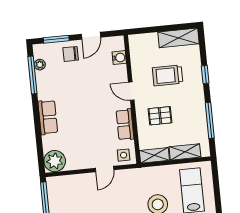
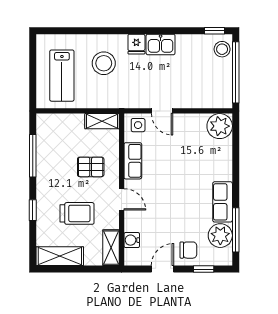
window: (56, 39) -> (204, 269), width x0.67
plant: (40, 65) -> (220, 236), width x1.87, depth x1.87
row of seats: (48, 117) -> (223, 202), moved
shelving: (185, 152) -> (111, 248), moved, turned 90
door: (105, 169) -> (162, 111), swing flipped

